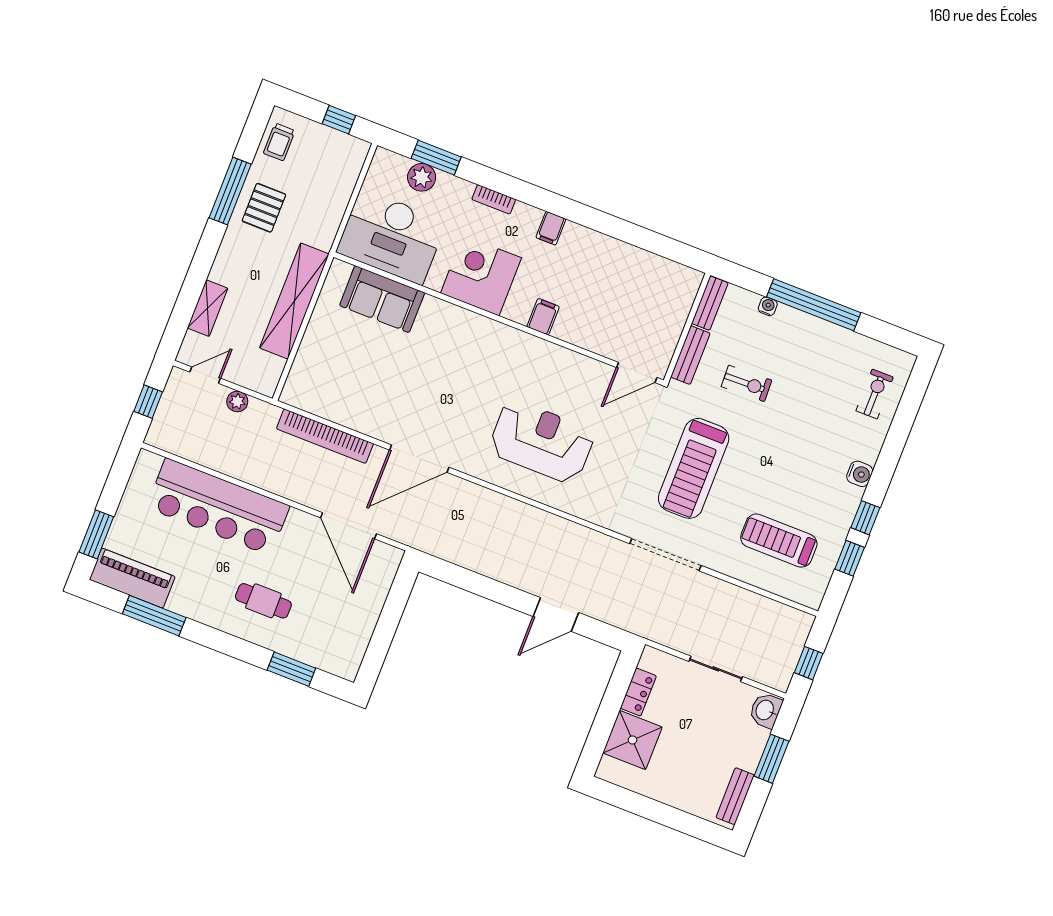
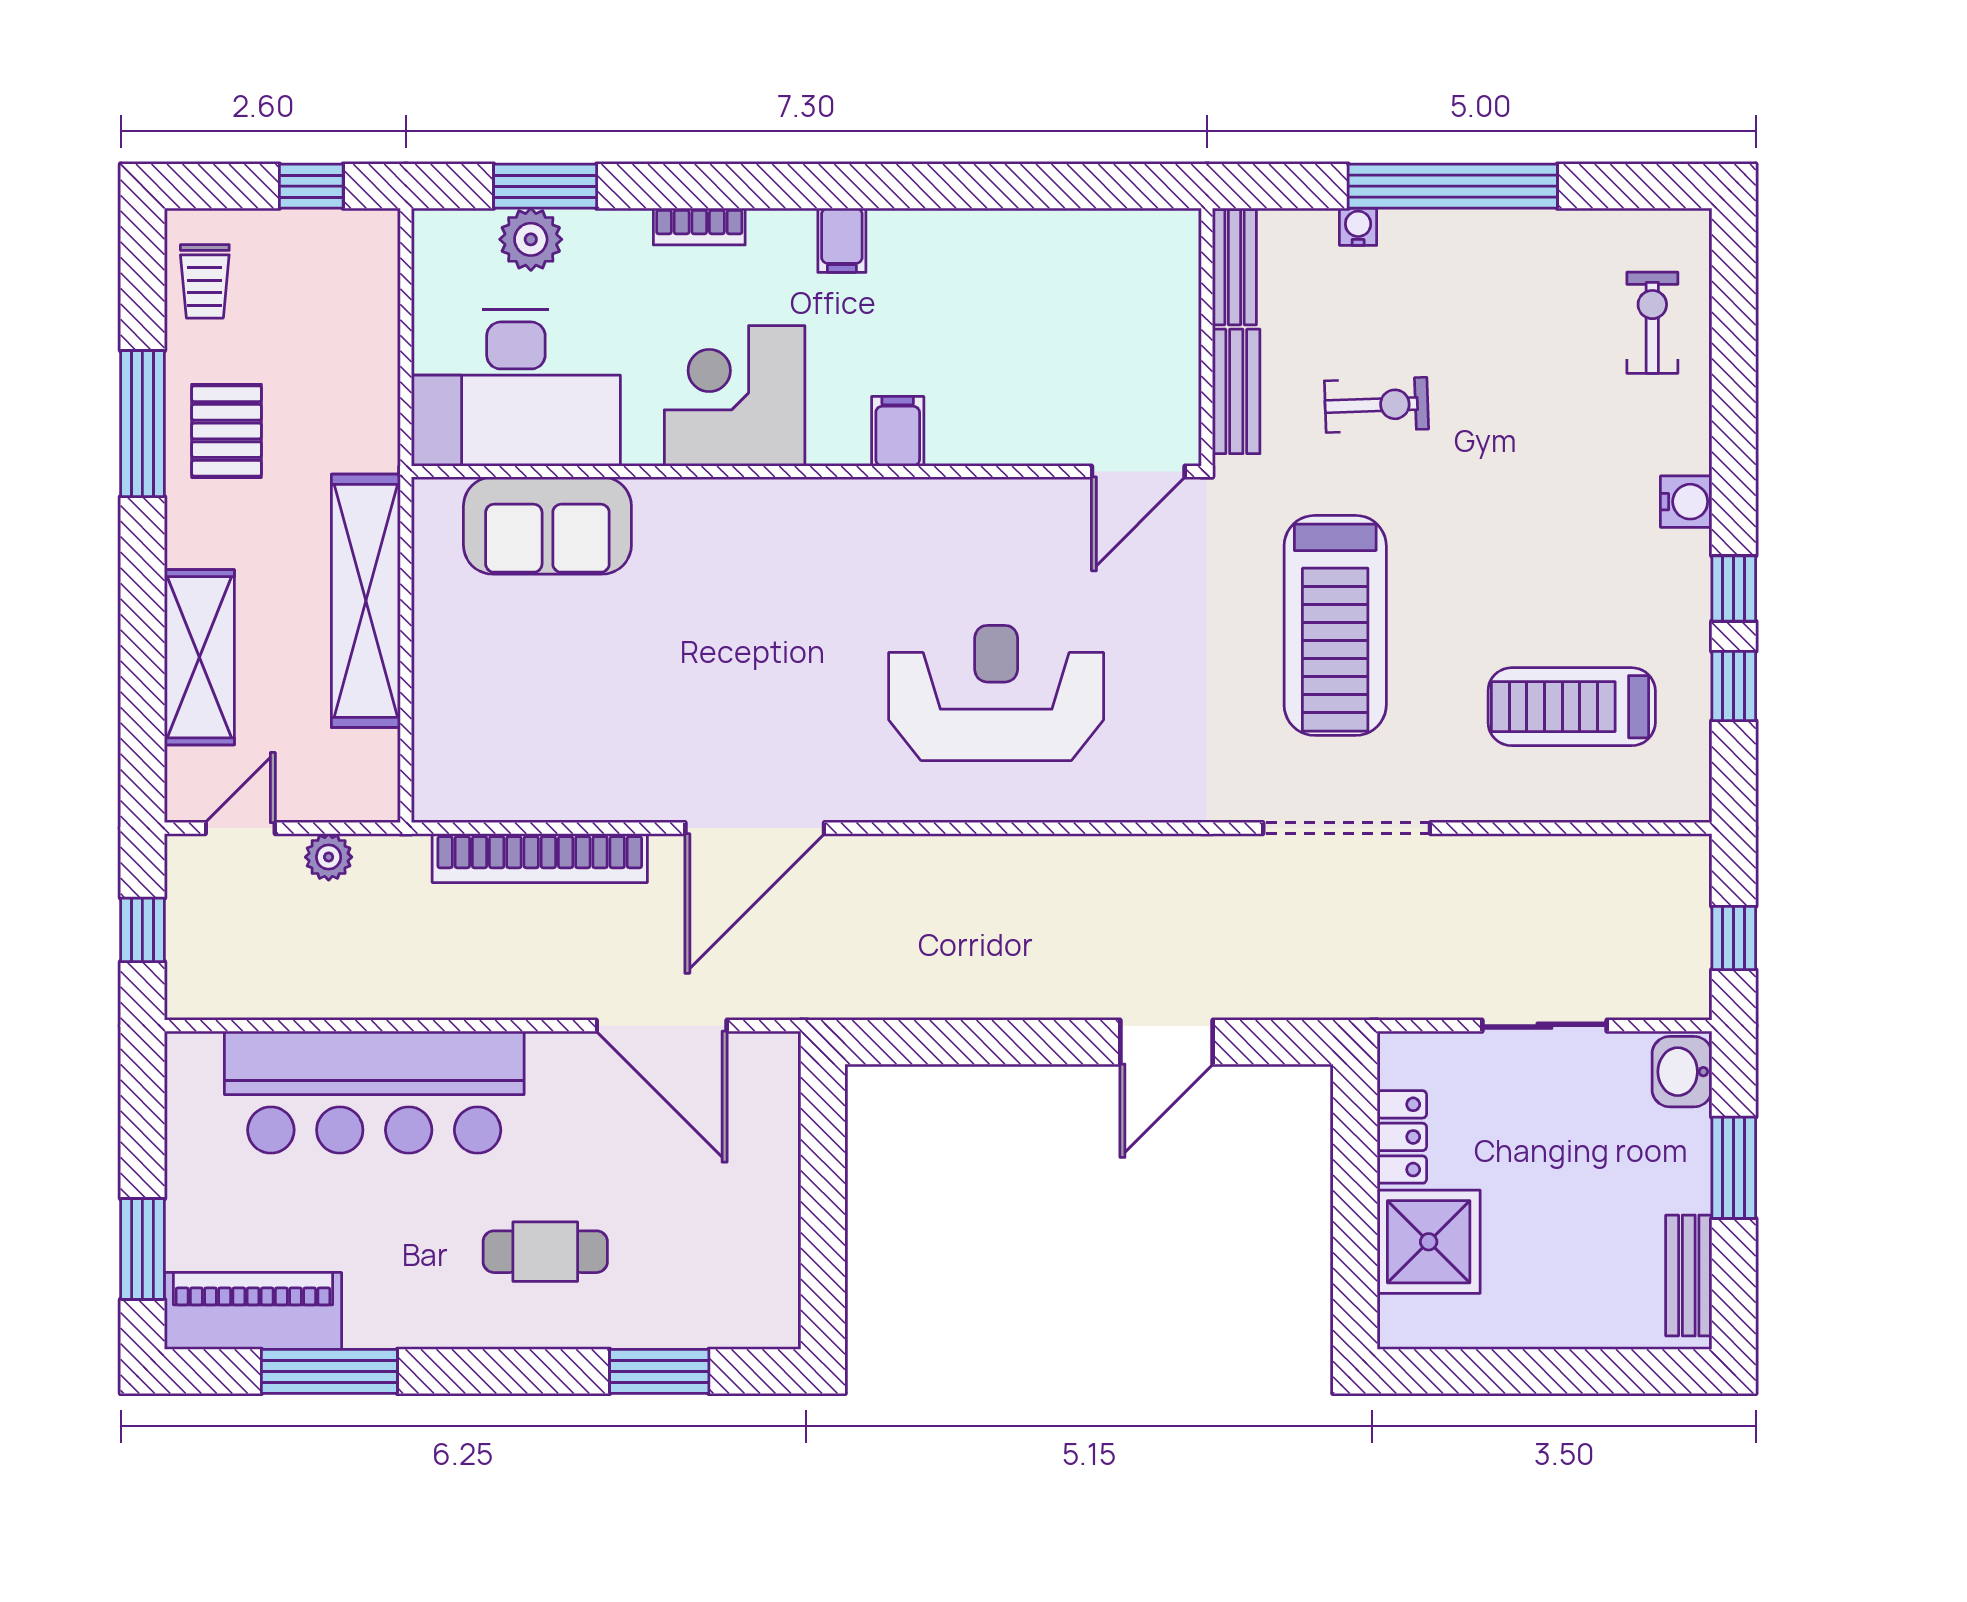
shelving: (208, 308) -> (199, 657), width x1.50, depth x1.33

